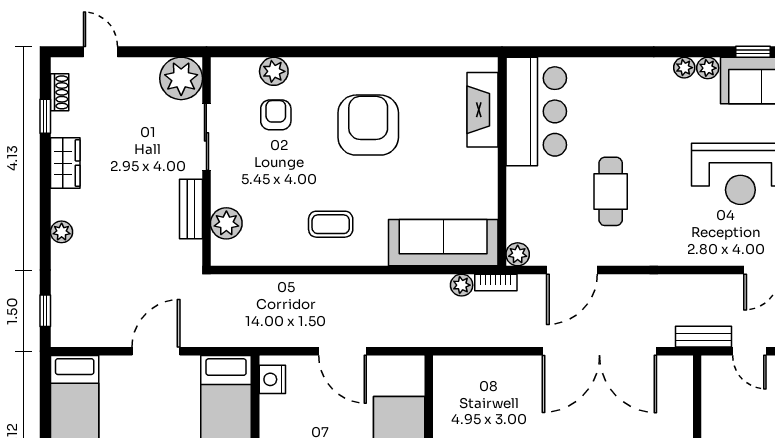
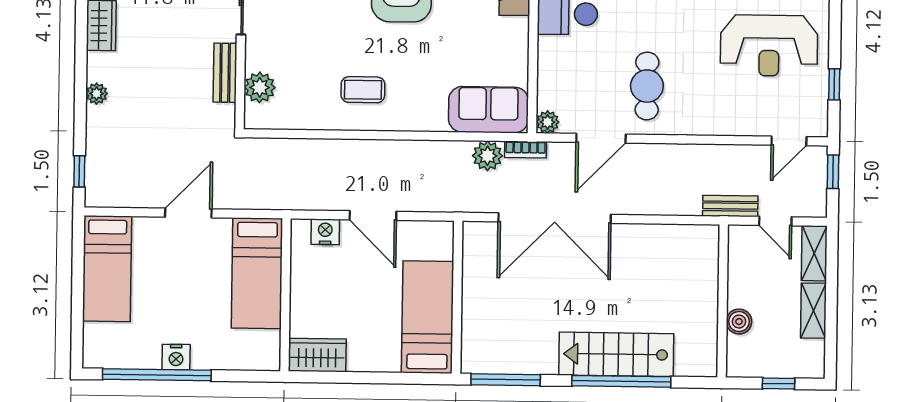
cafe table: (611, 191) -> (647, 86), moved
sofa: (443, 243) -> (488, 110), width x0.73
plant: (462, 285) -> (487, 156), width x1.38, depth x1.38
double door: (599, 351) -> (555, 218), moved
nightstand: (272, 379) -> (325, 232), moved, turned 90

